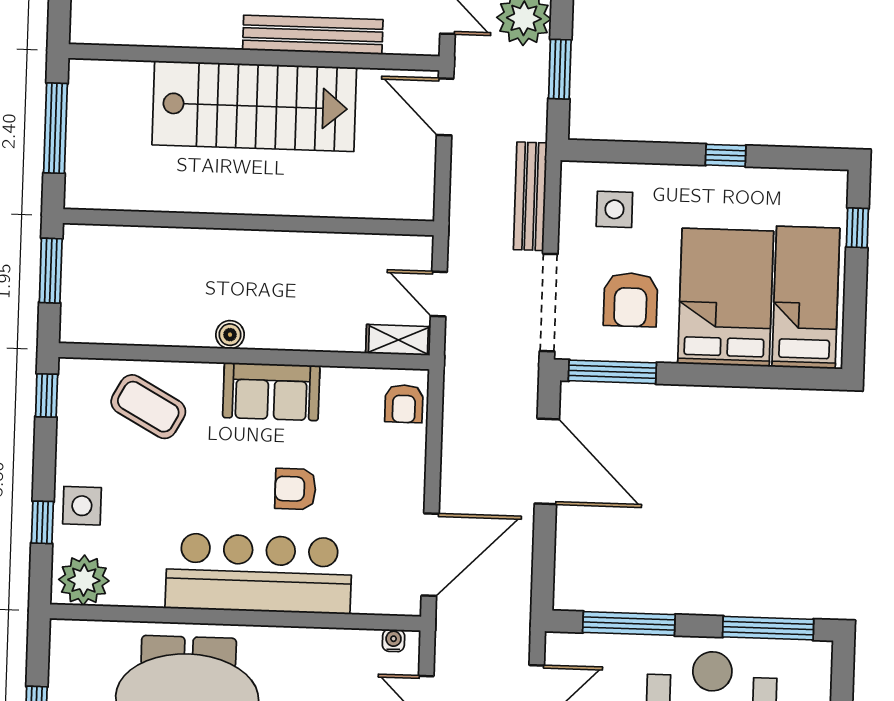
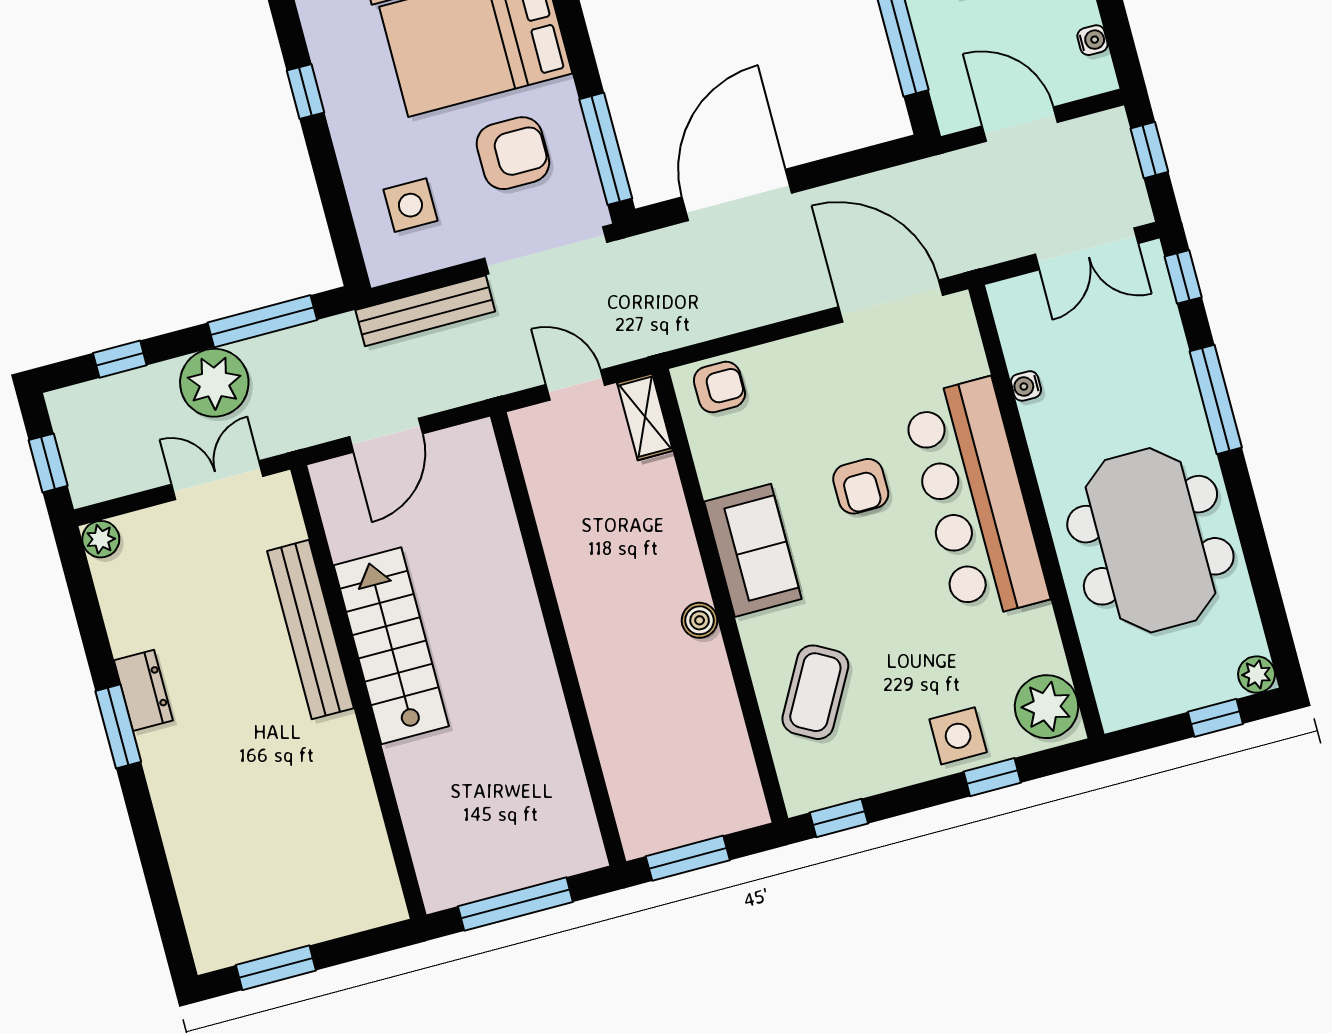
window: (560, 69) -> (262, 321), width x1.44
stairs: (254, 106) -> (391, 646), width x0.73, depth x0.66
door: (445, 107) -> (386, 435), moved
door: (439, 294) -> (575, 385), swing flipped
water cooler: (393, 640) -> (1026, 386), moved

